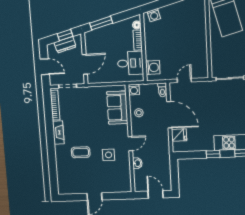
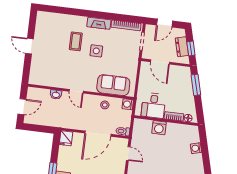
washing machine: (154, 15) -> (196, 148), moved
washing machine: (153, 67) -> (159, 128), moved
fridge: (179, 135) -> (66, 138), moved
side table: (109, 155) -> (96, 51), moved

